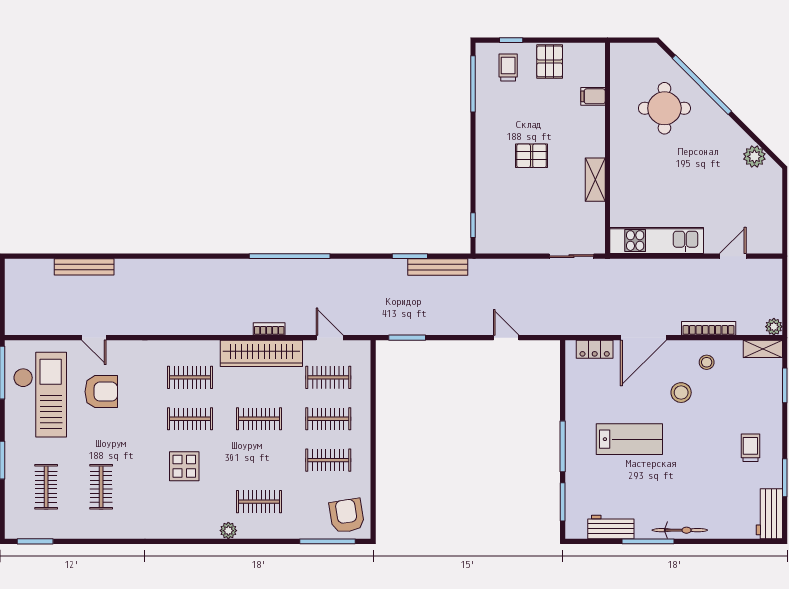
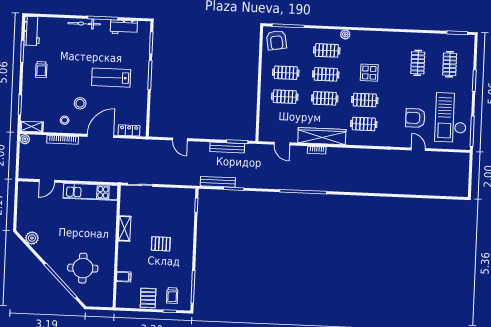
bench: (84, 267) -> (227, 148), moved
clothes rail: (328, 377) -> (326, 74), moved

